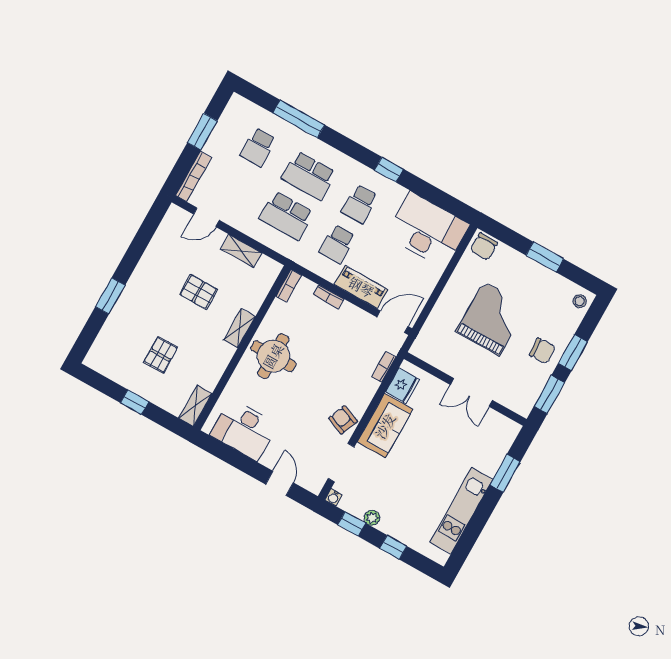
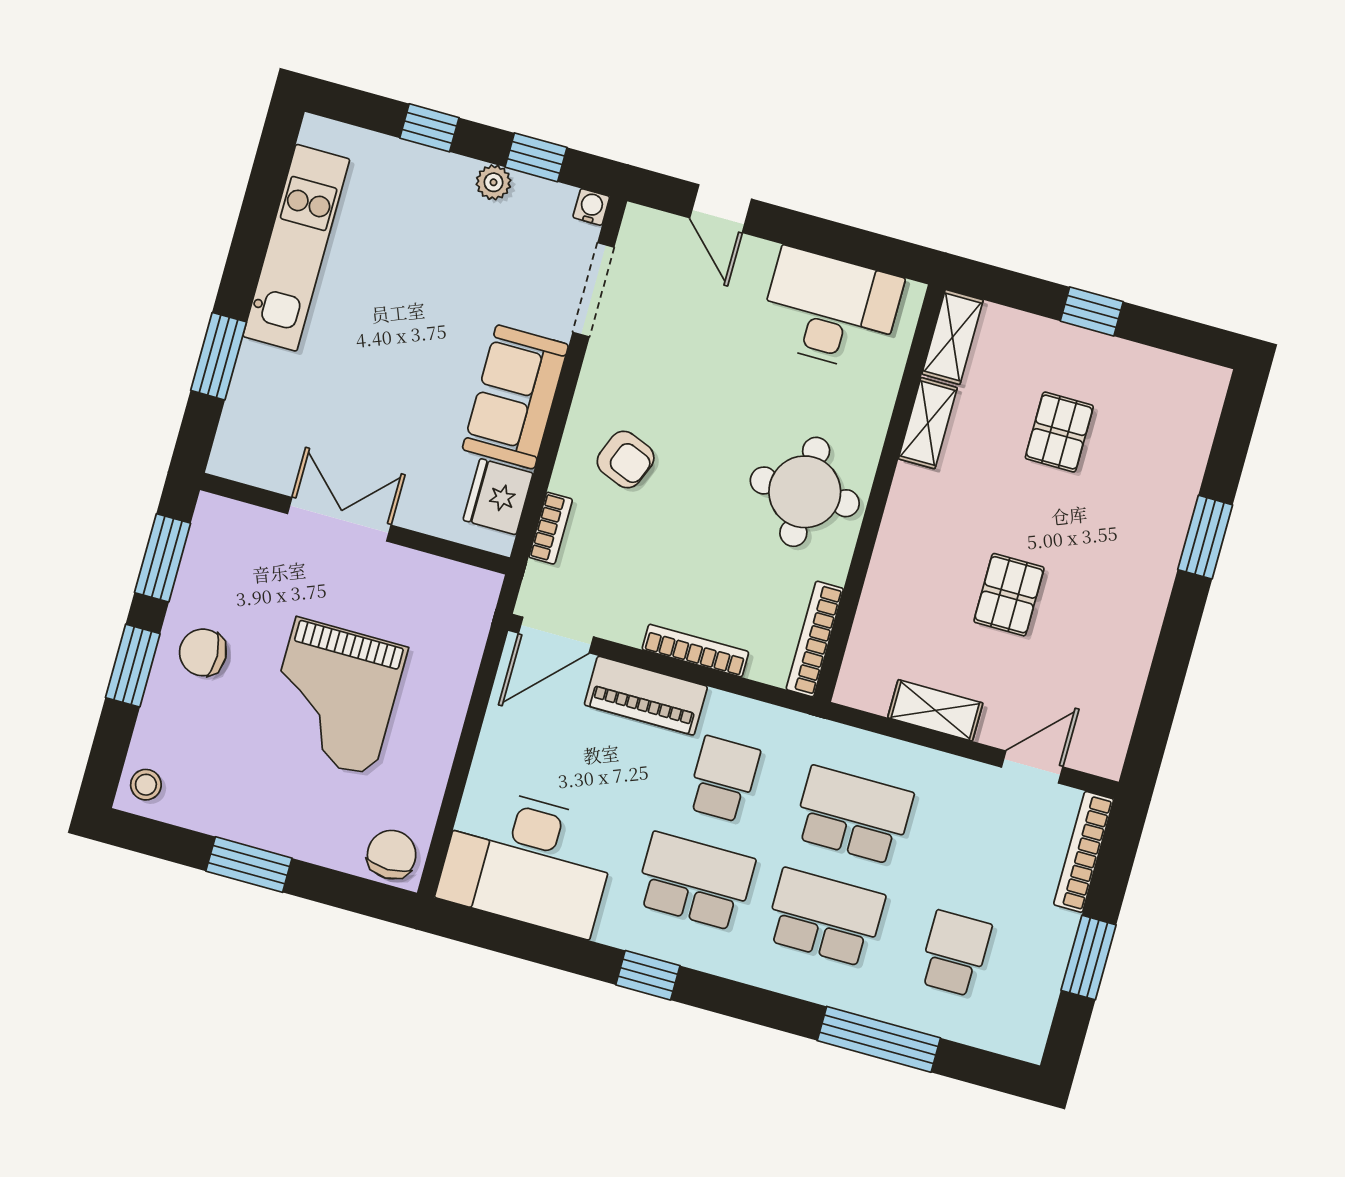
school desk: (360, 204) -> (695, 881), width x1.85
bookcase: (289, 286) -> (815, 639), width x1.56
pallet: (198, 292) -> (1009, 595), turned 90
bookcase: (329, 297) -> (695, 651), width x1.56
shelving: (239, 328) -> (928, 423), moved
armchair: (343, 420) -> (626, 460), moved

